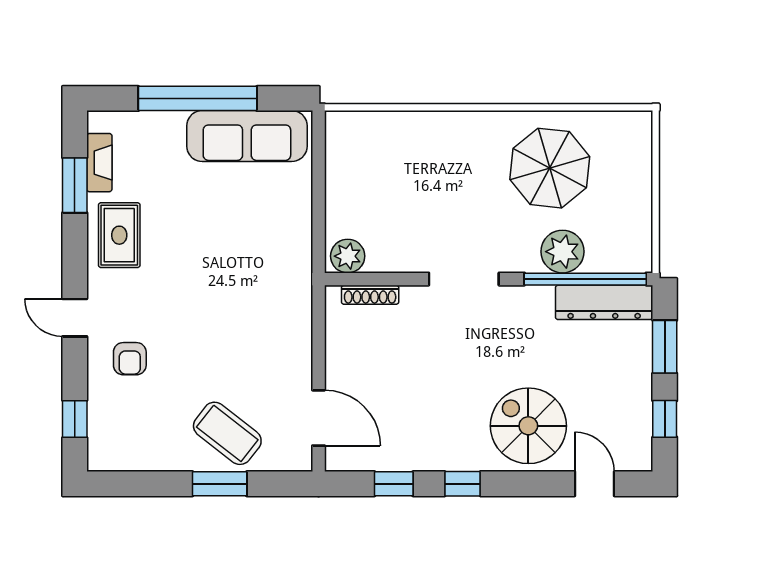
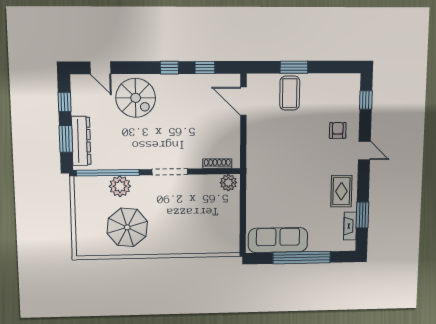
dresser: (604, 302) -> (81, 141), moved, turned 90
coffee table: (227, 433) -> (290, 93), turned 52

